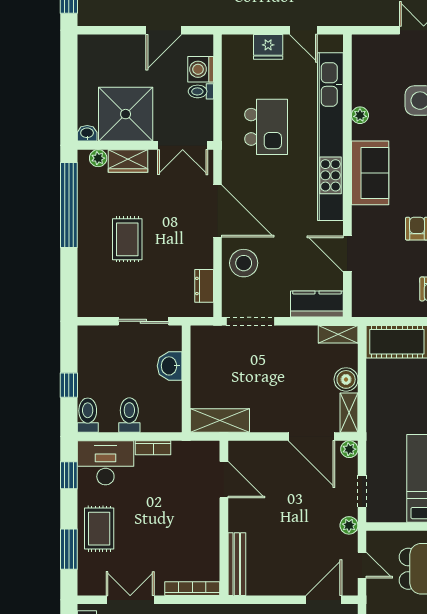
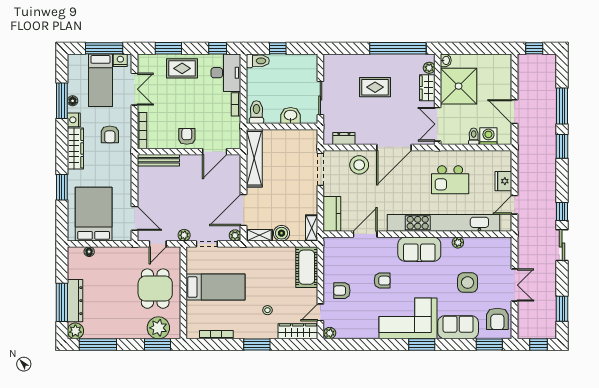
toilet: (129, 415) -> (256, 112), moved, turned -90
shelving: (220, 420) -> (254, 158), width x1.47
armchair: (201, 521) -> (187, 136), added

